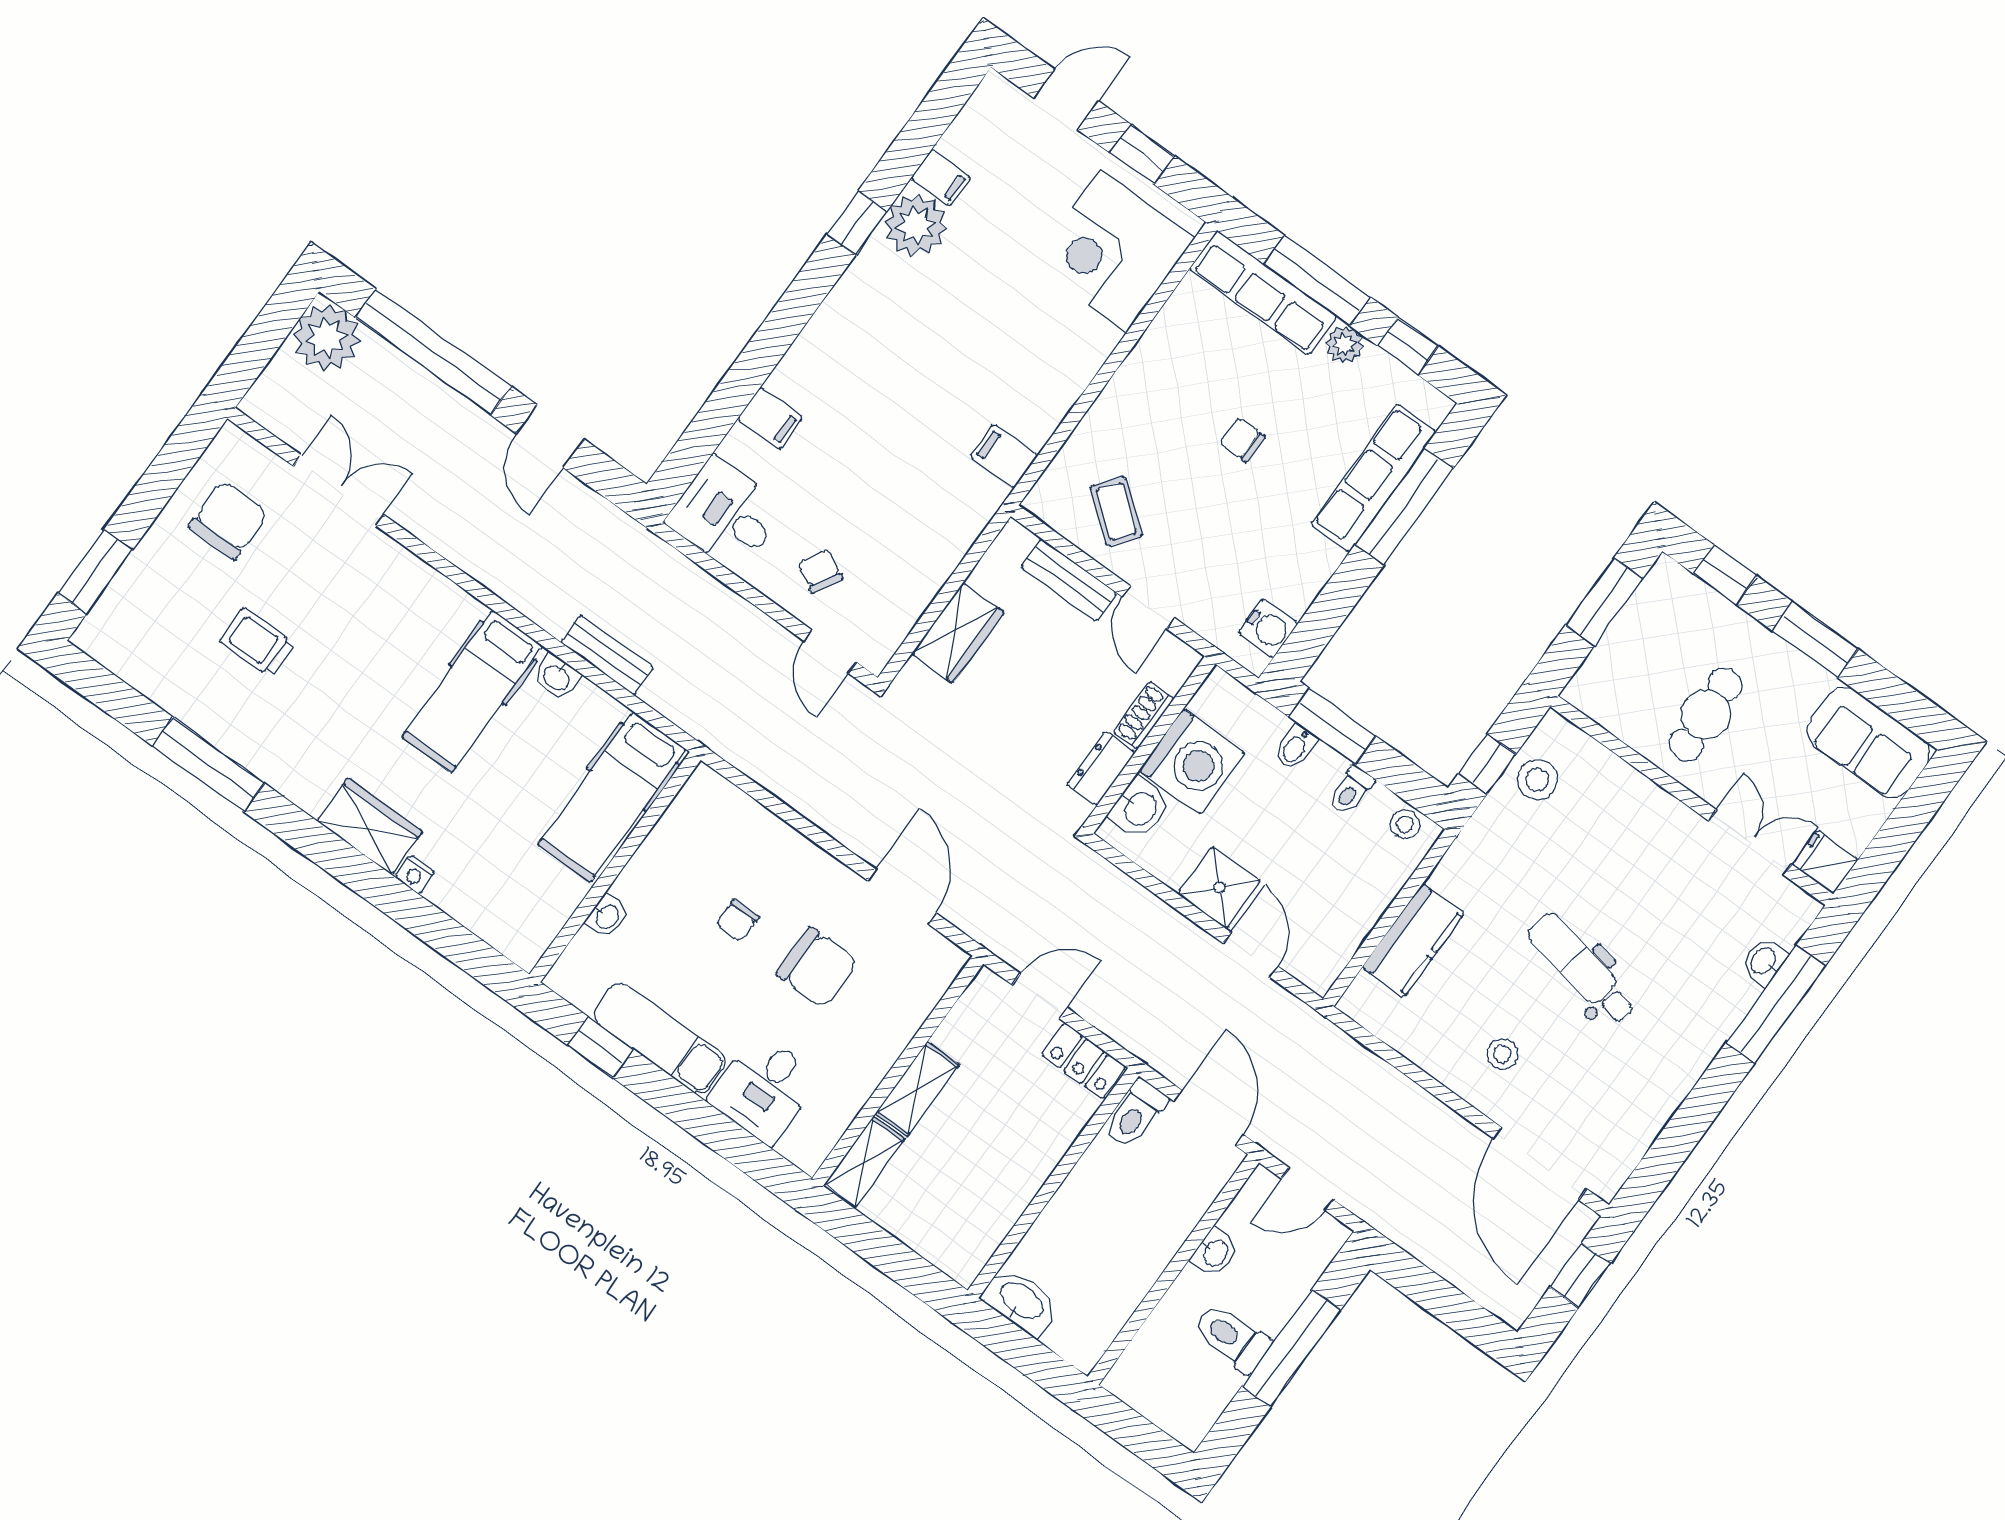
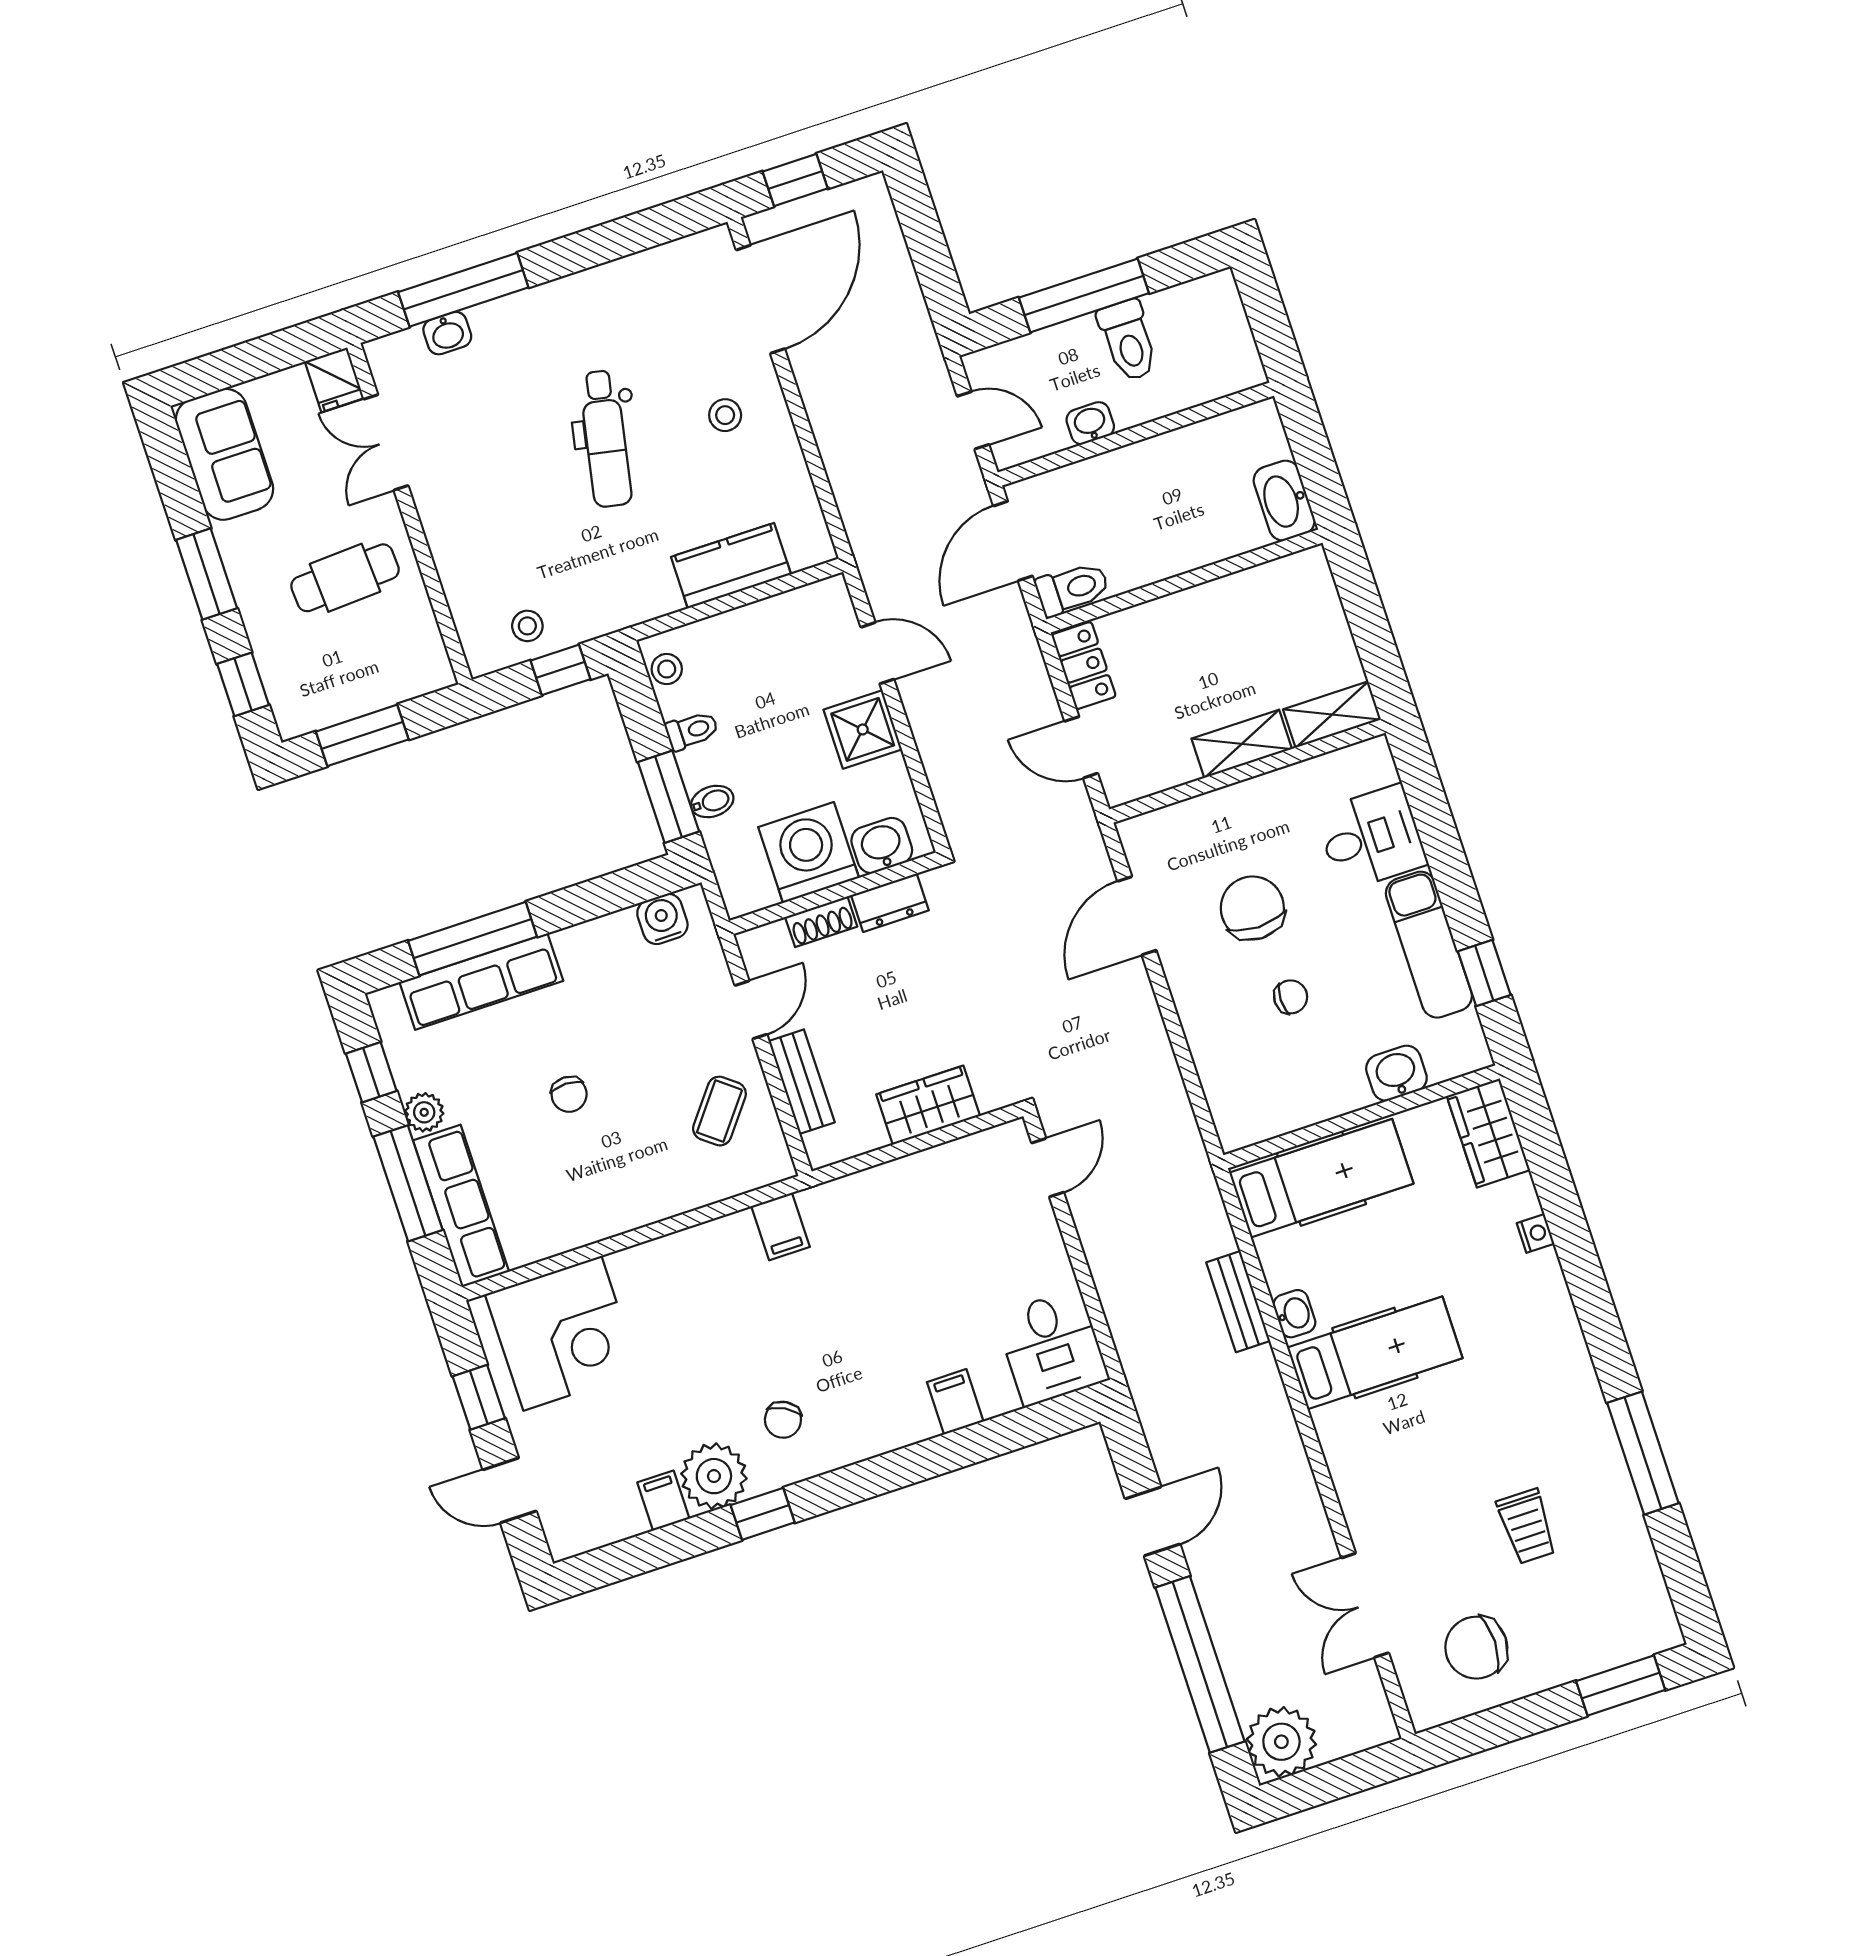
chair: (820, 571) -> (783, 1420), moved
stool: (1537, 780) -> (527, 626), width x0.73, depth x0.73
wardrobe: (370, 826) -> (1488, 1133), moved
washbasin: (607, 916) -> (1396, 1073), width x1.38, depth x1.45
door: (1251, 955) -> (877, 653), swing flipped

